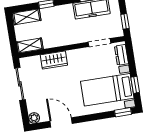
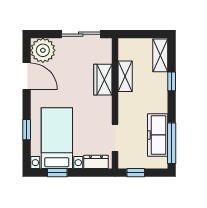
shelving: (30, 45) -> (125, 76), moved
window: (123, 112) -> (27, 130), moved
plant: (34, 118) -> (43, 50), width x1.88, depth x1.88
door: (61, 122) -> (27, 76), hinge flipped

